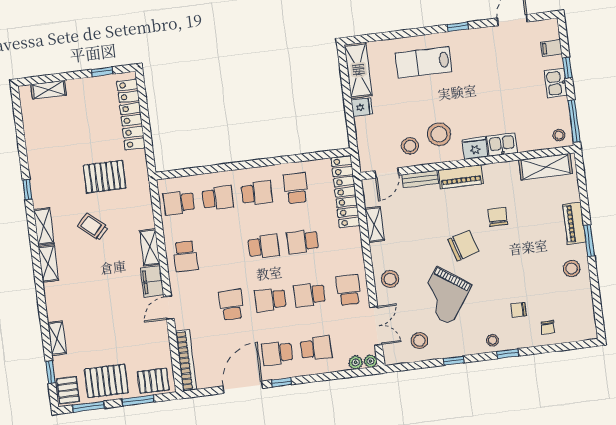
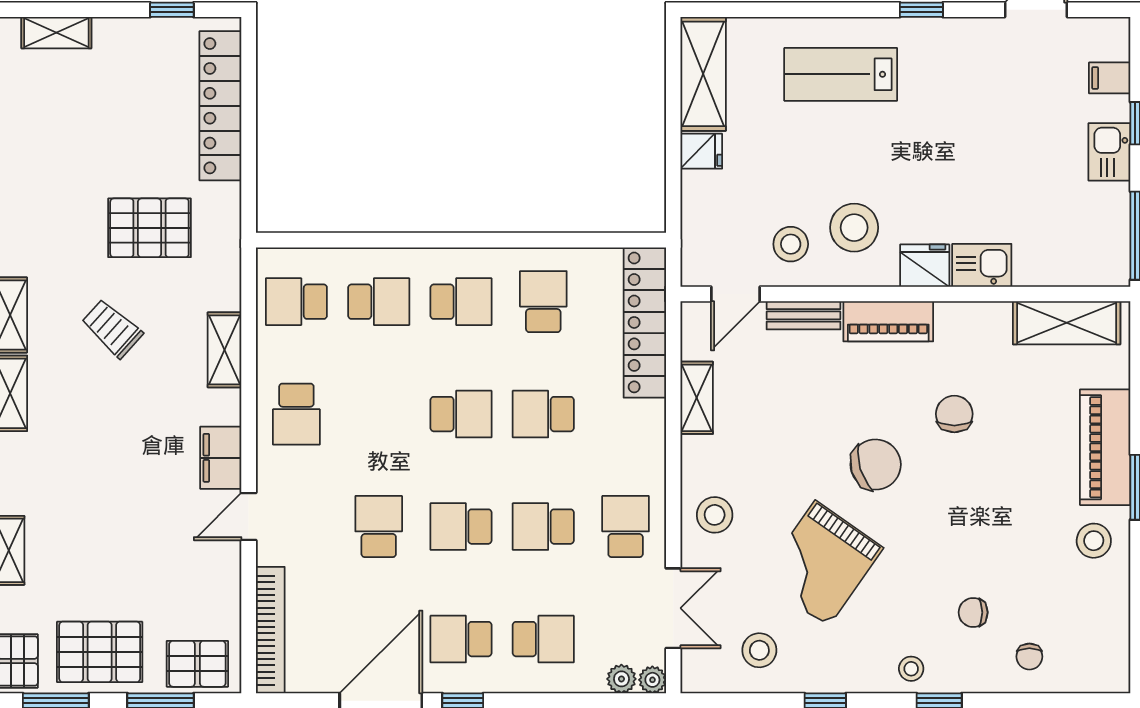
stool: (559, 135) -> (1103, 261), removed
piano: (574, 223) -> (1105, 447), width x1.37, depth x1.33
shelving: (150, 247) -> (225, 350), moved

